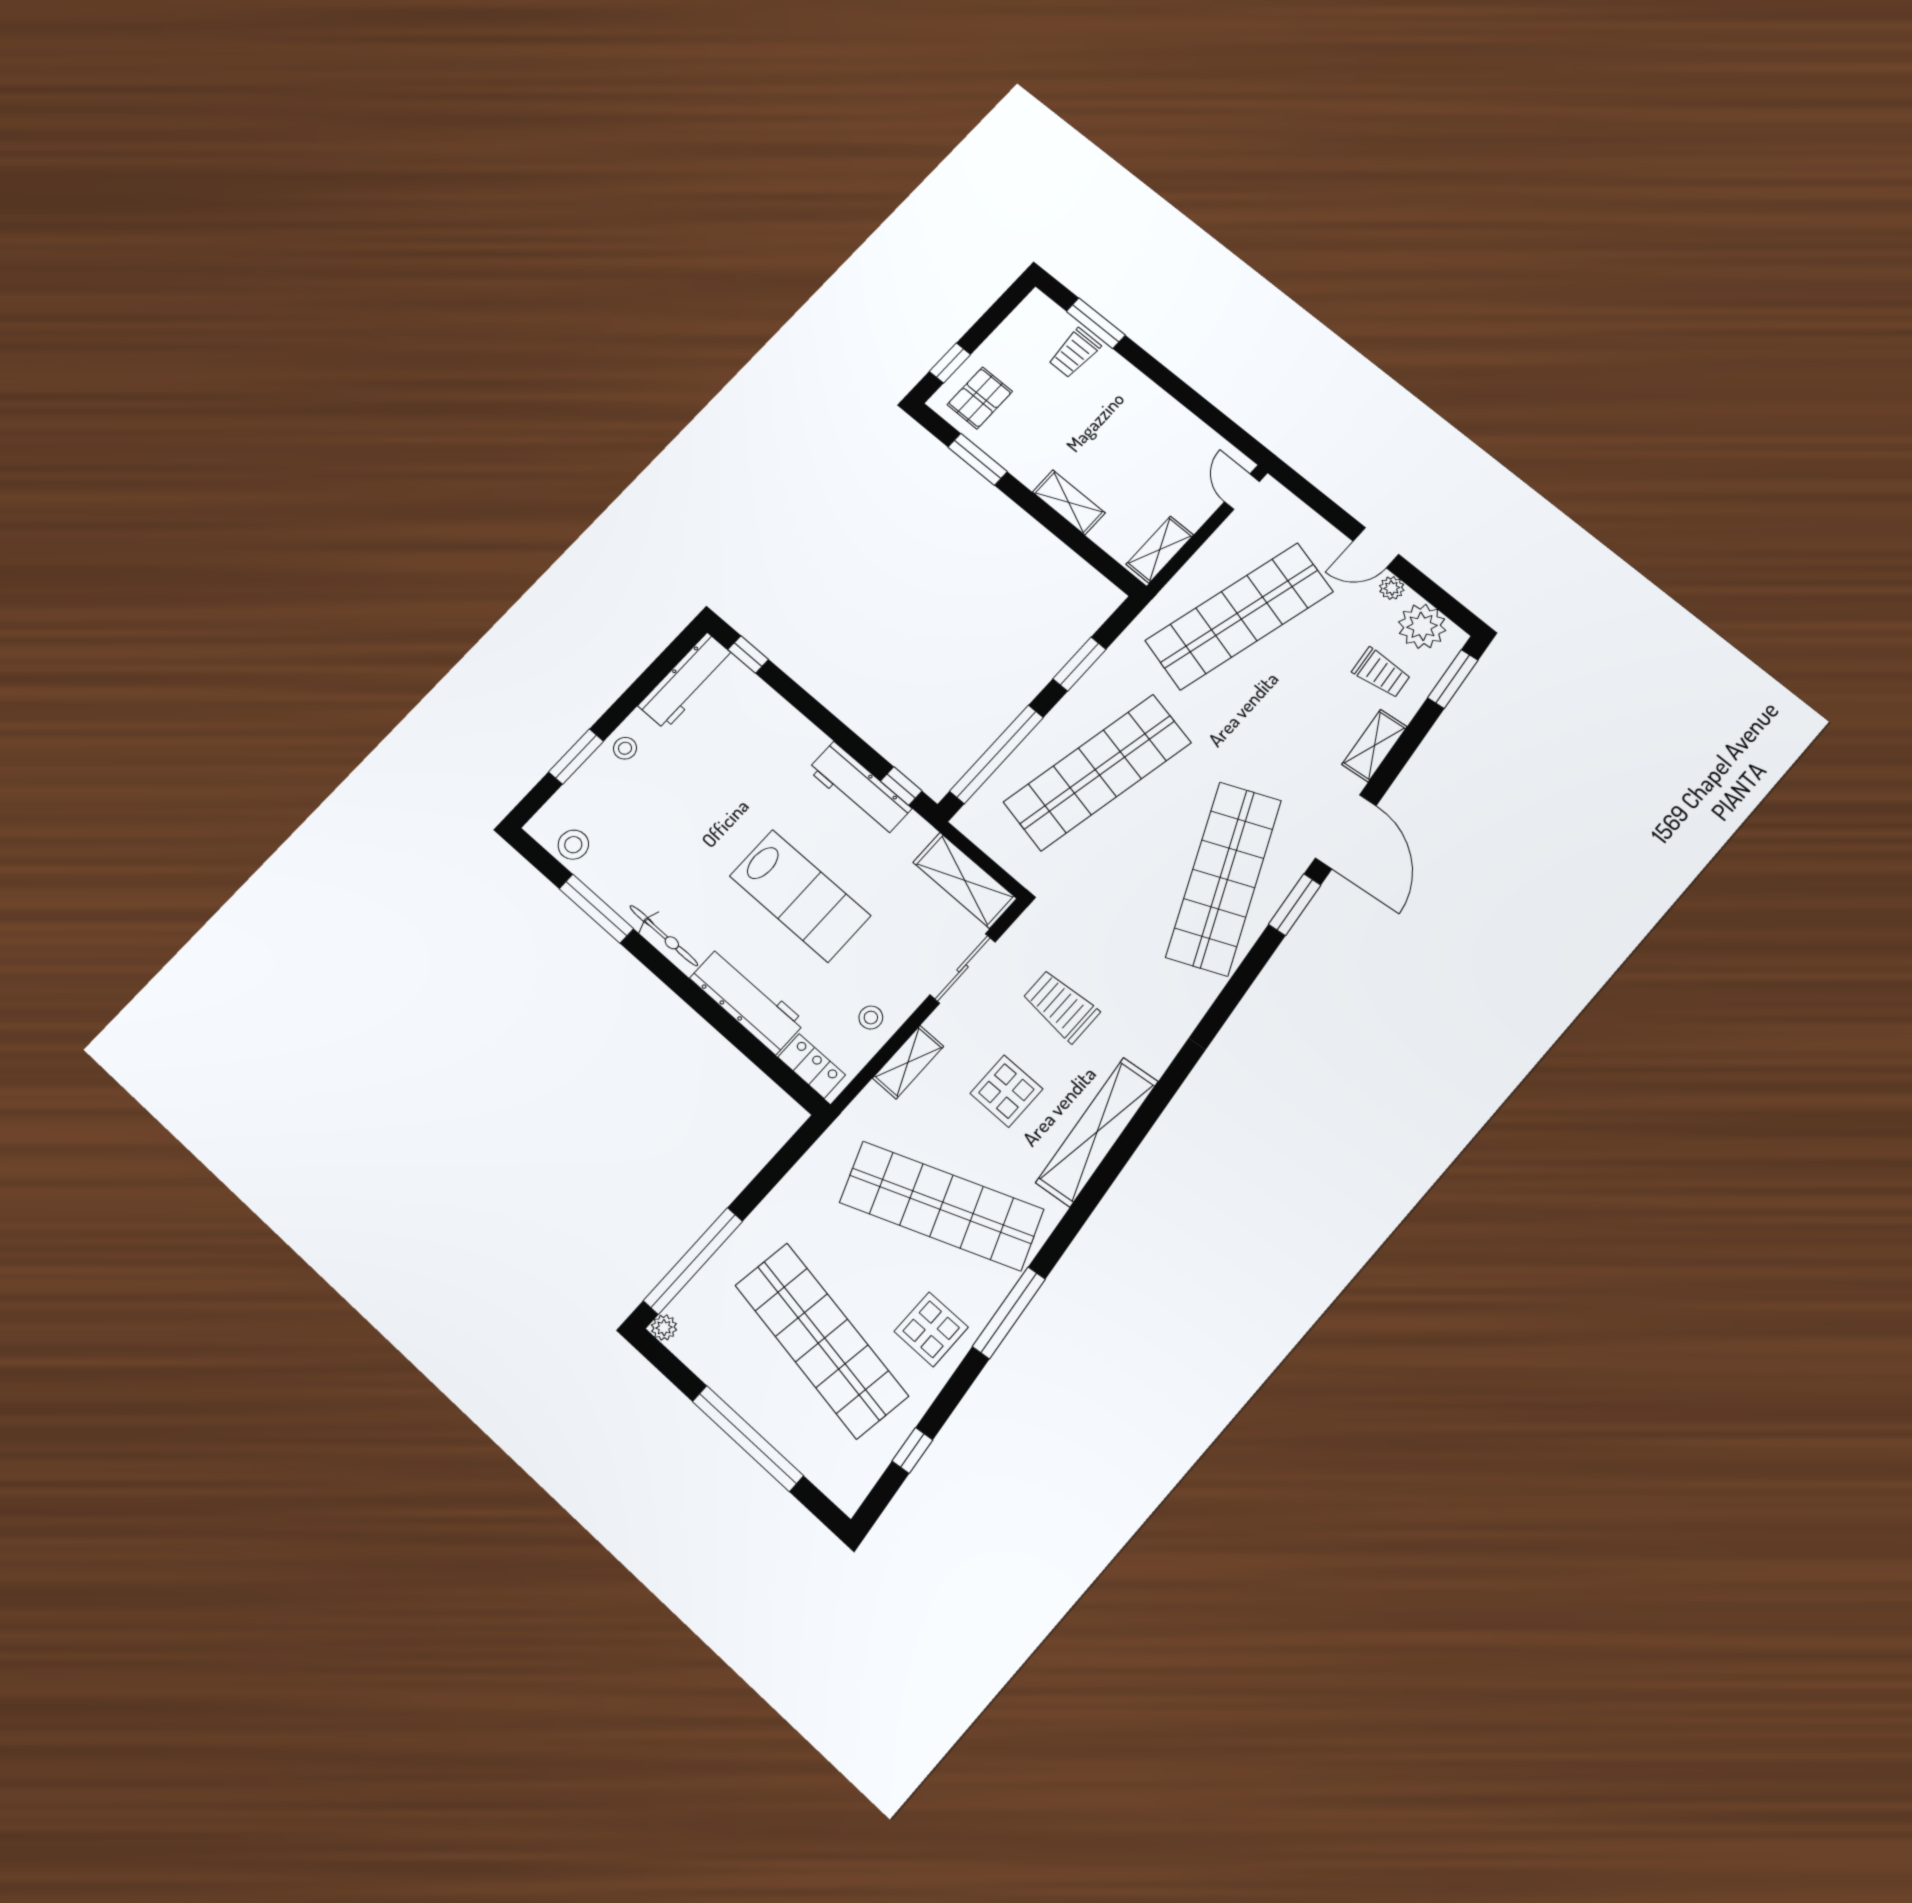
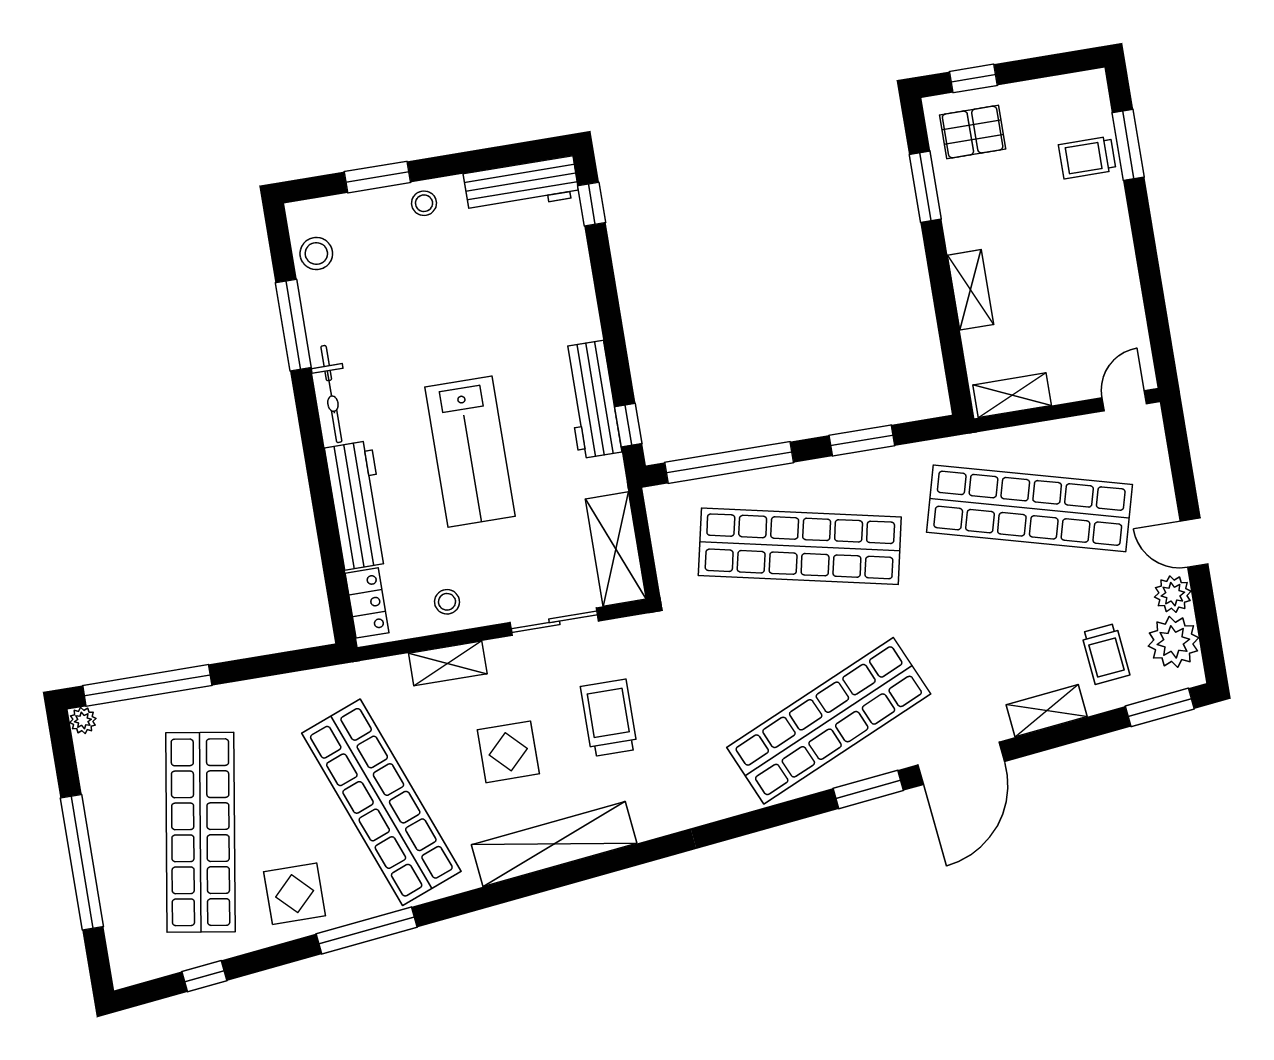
plant: (1392, 588) -> (1173, 594), width x1.38, depth x1.38

